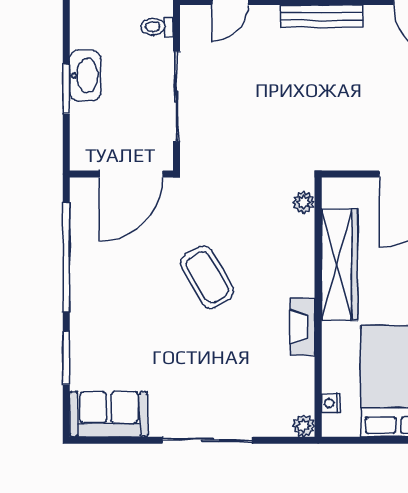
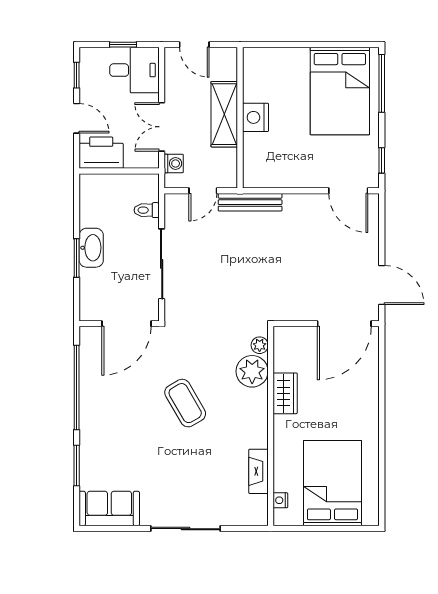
bench: (322, 16) -> (250, 202), moved
wardrobe: (340, 265) -> (285, 393), width x0.48, depth x0.85
fireplace: (302, 327) -> (258, 471), moved
plant: (304, 426) -> (252, 371), moved, width x1.88, depth x1.88

